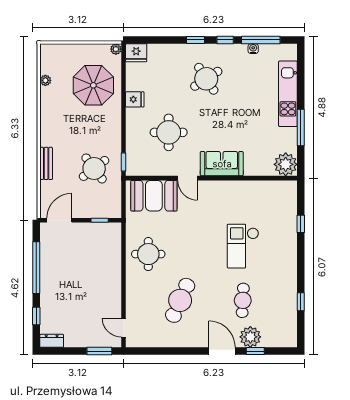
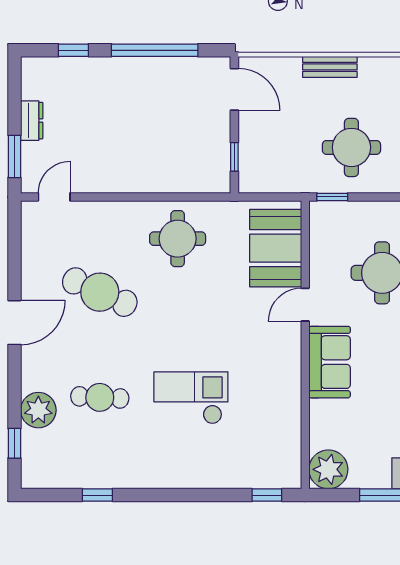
round table: (94, 168) -> (351, 147), moved, turned 37
window: (301, 224) -> (267, 495), moved
dresser: (52, 341) -> (32, 121), moved
door: (222, 351) -> (14, 323), moved
window: (255, 351) -> (14, 443), moved

